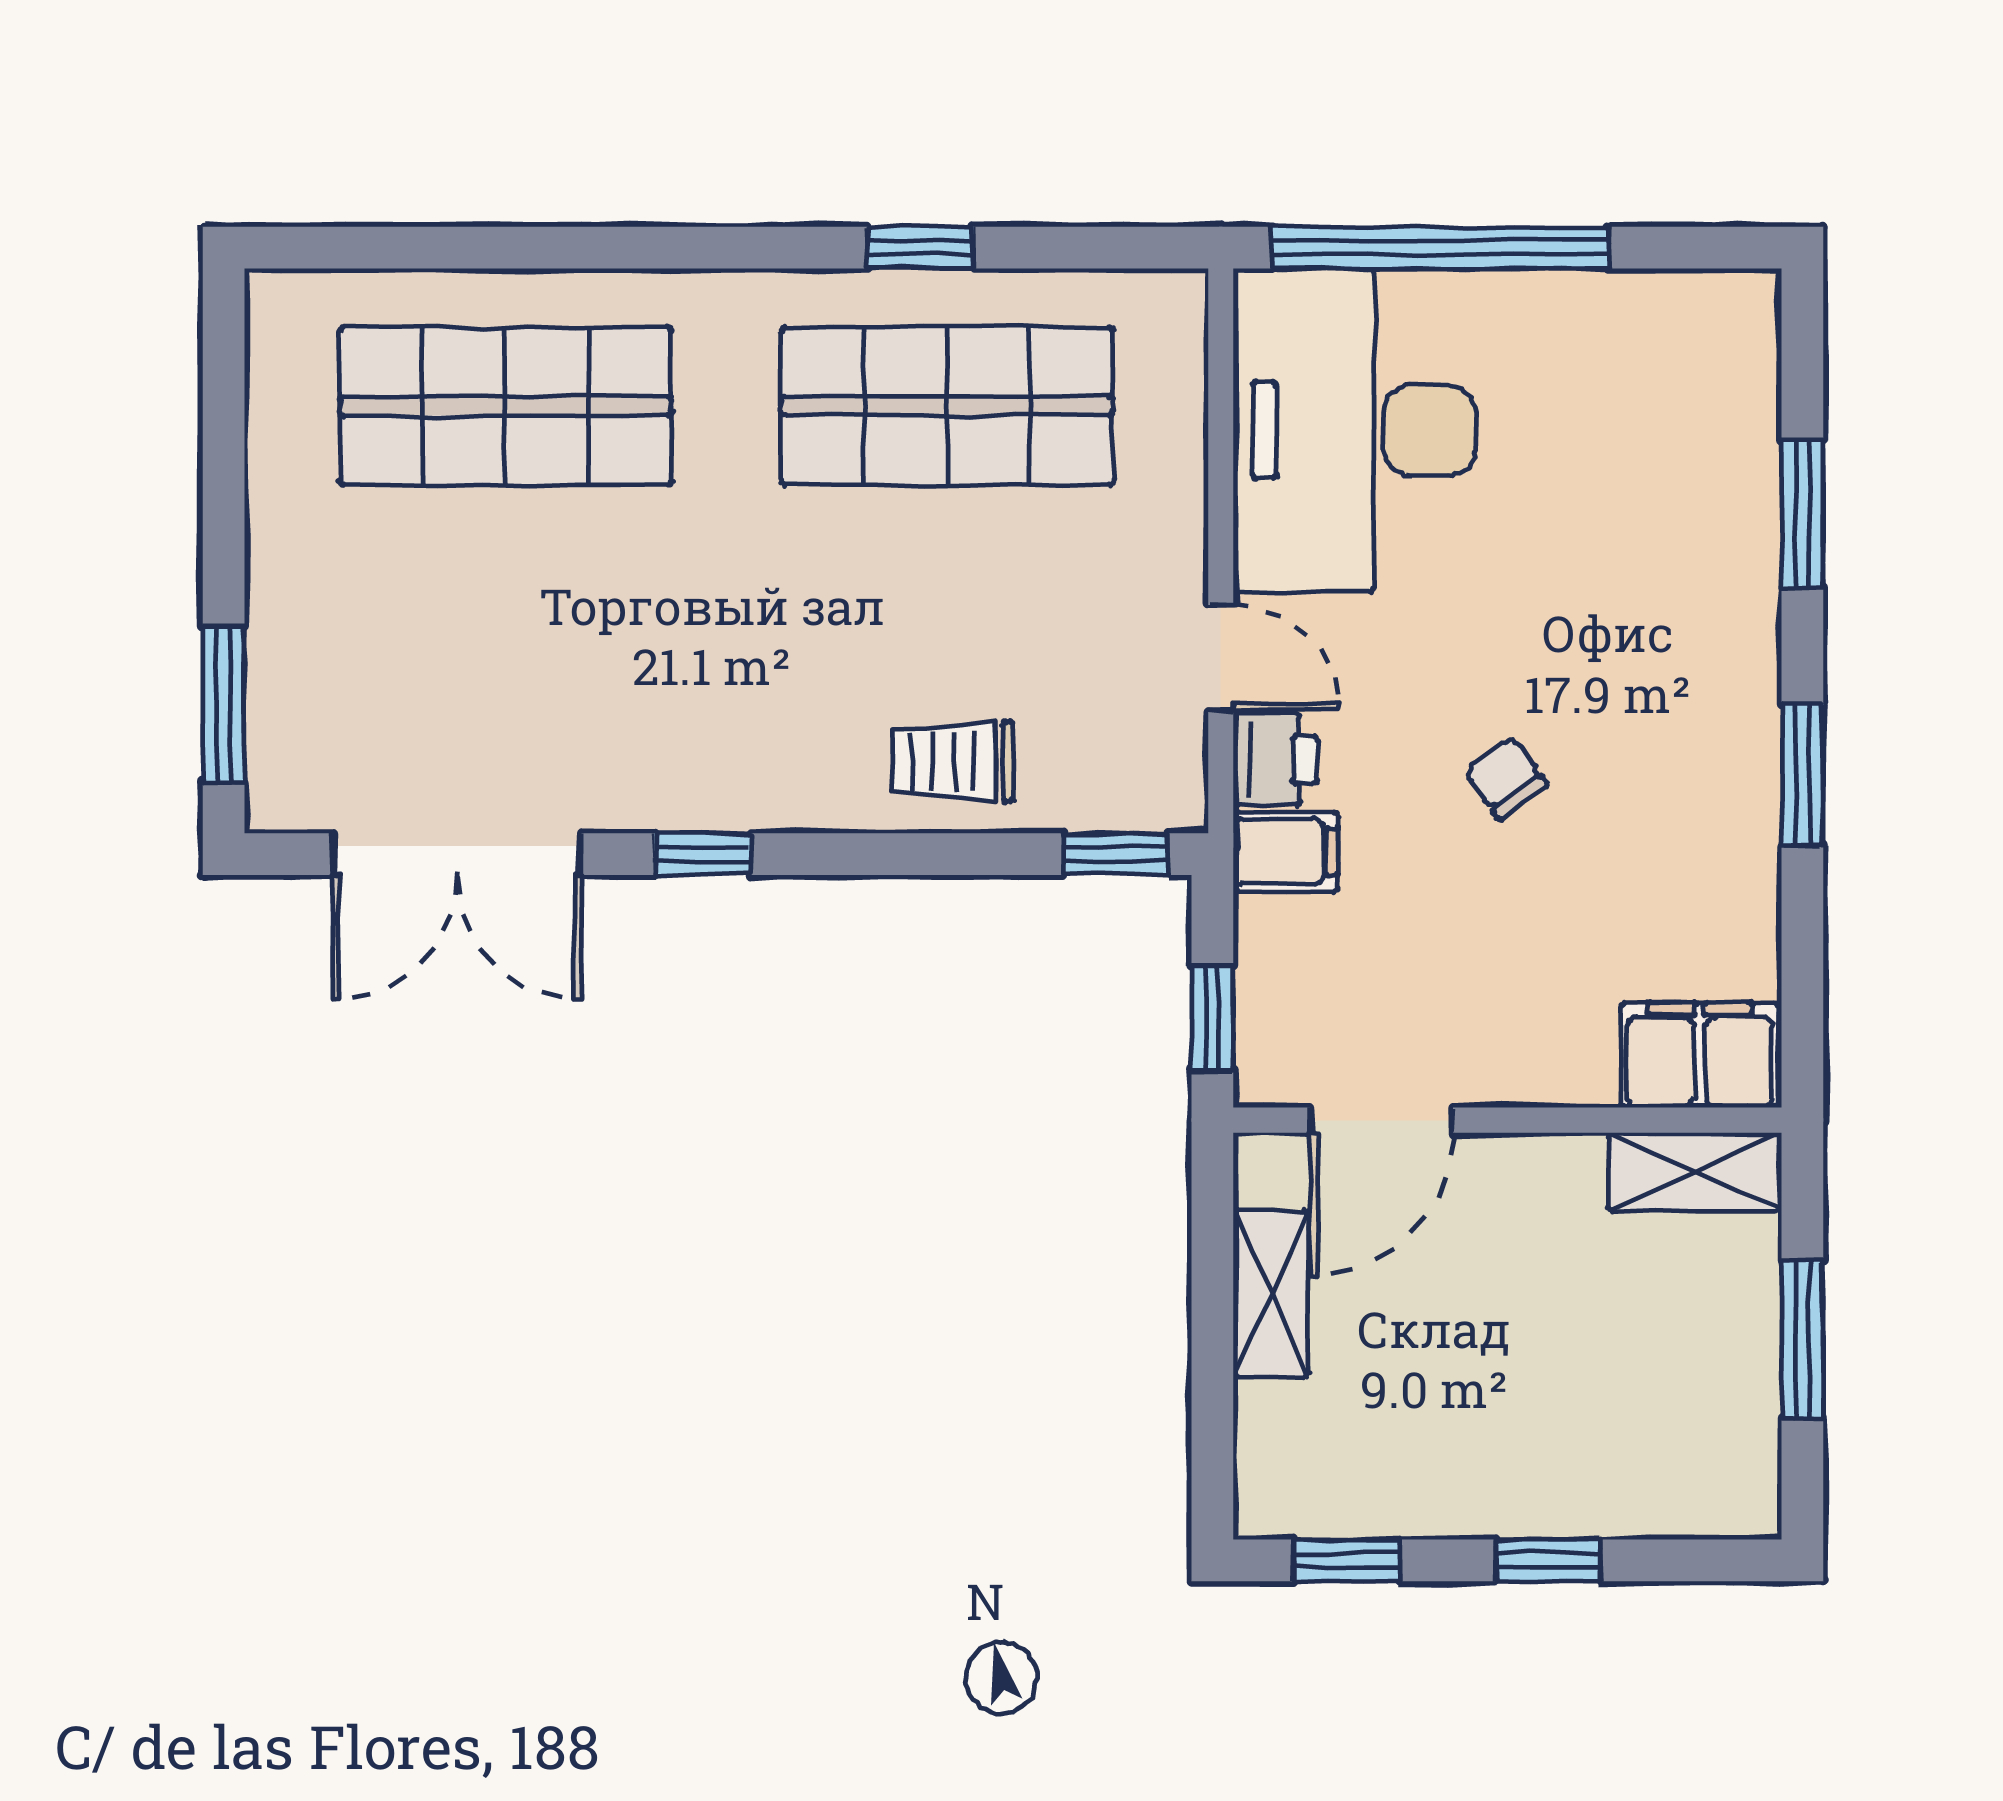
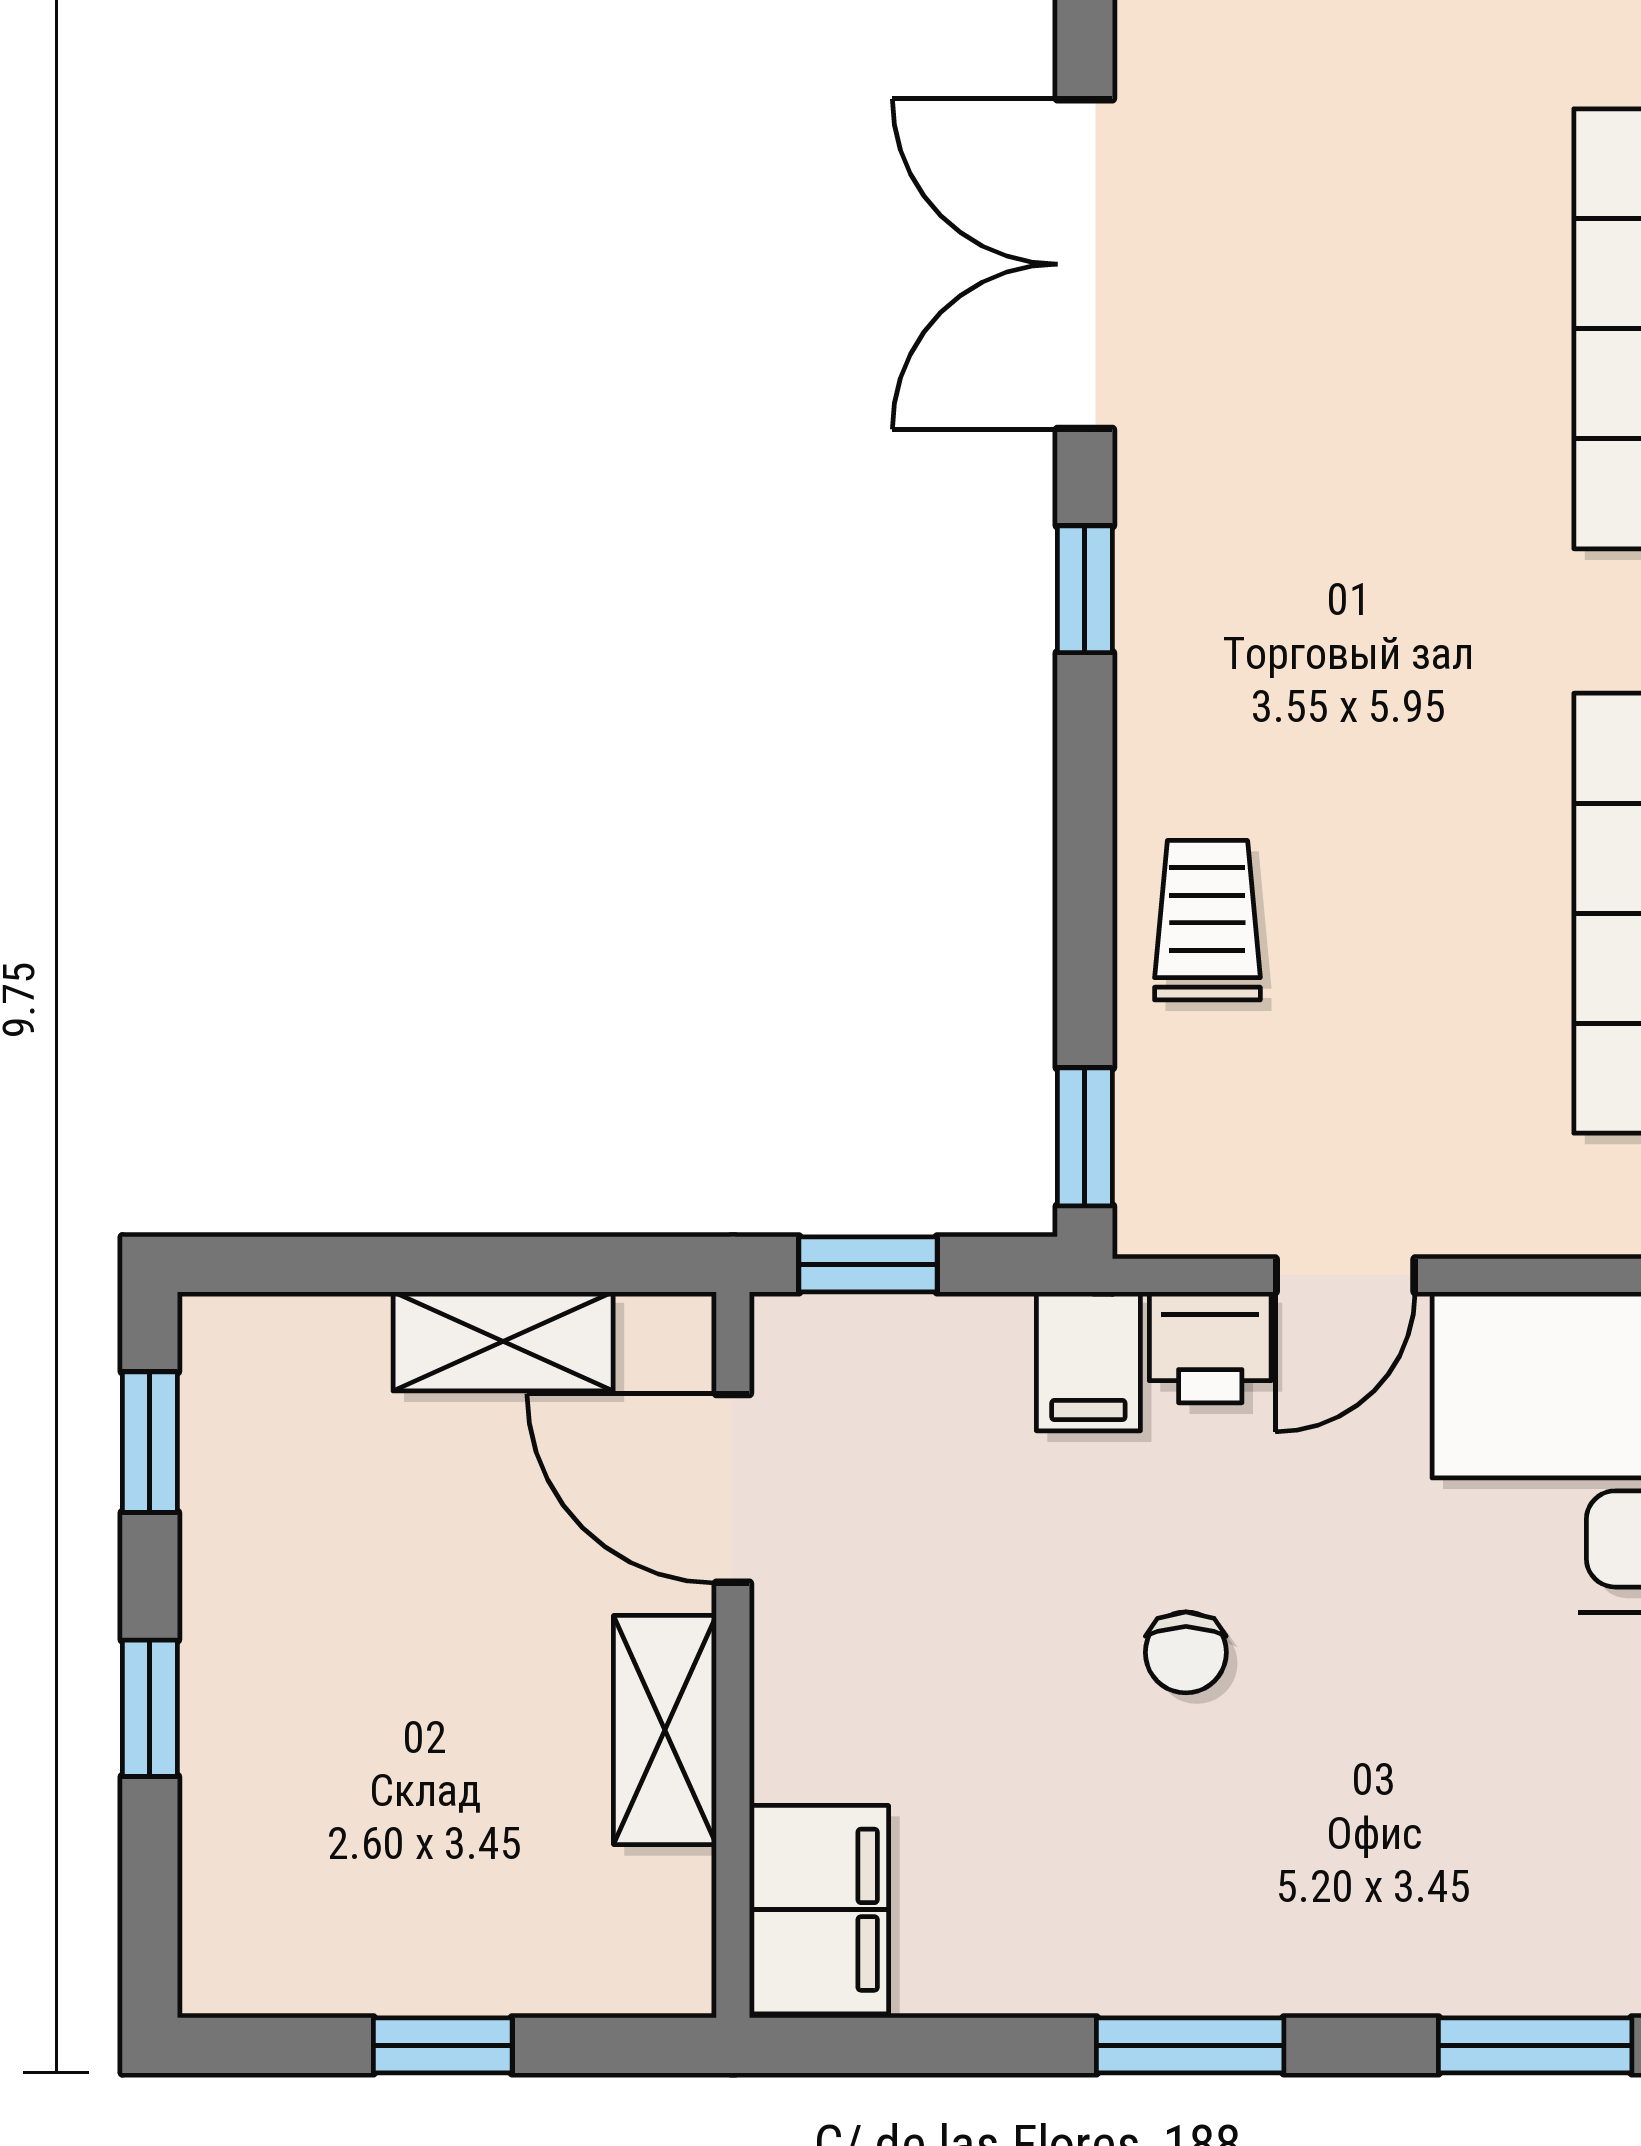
chair: (1505, 778) -> (1186, 1652), turned 126
shelving: (1695, 1171) -> (665, 1730), moved
window: (1802, 1339) -> (443, 2045), width x0.67

